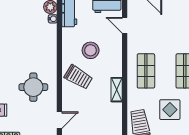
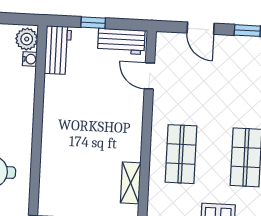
stool: (91, 50) -> (90, 115), removed
trolley: (78, 77) -> (68, 159), removed

